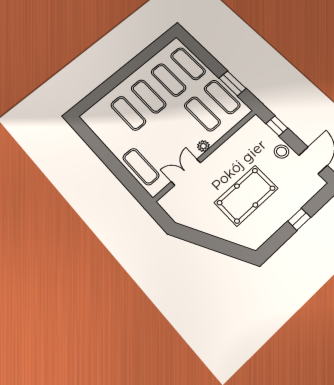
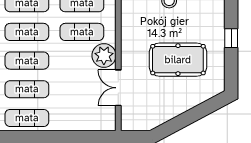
plant: (203, 146) -> (104, 56), width x1.87, depth x1.87
exercise mat: (141, 167) -> (27, 118), moved
pool table: (246, 195) -> (178, 60), turned 90

